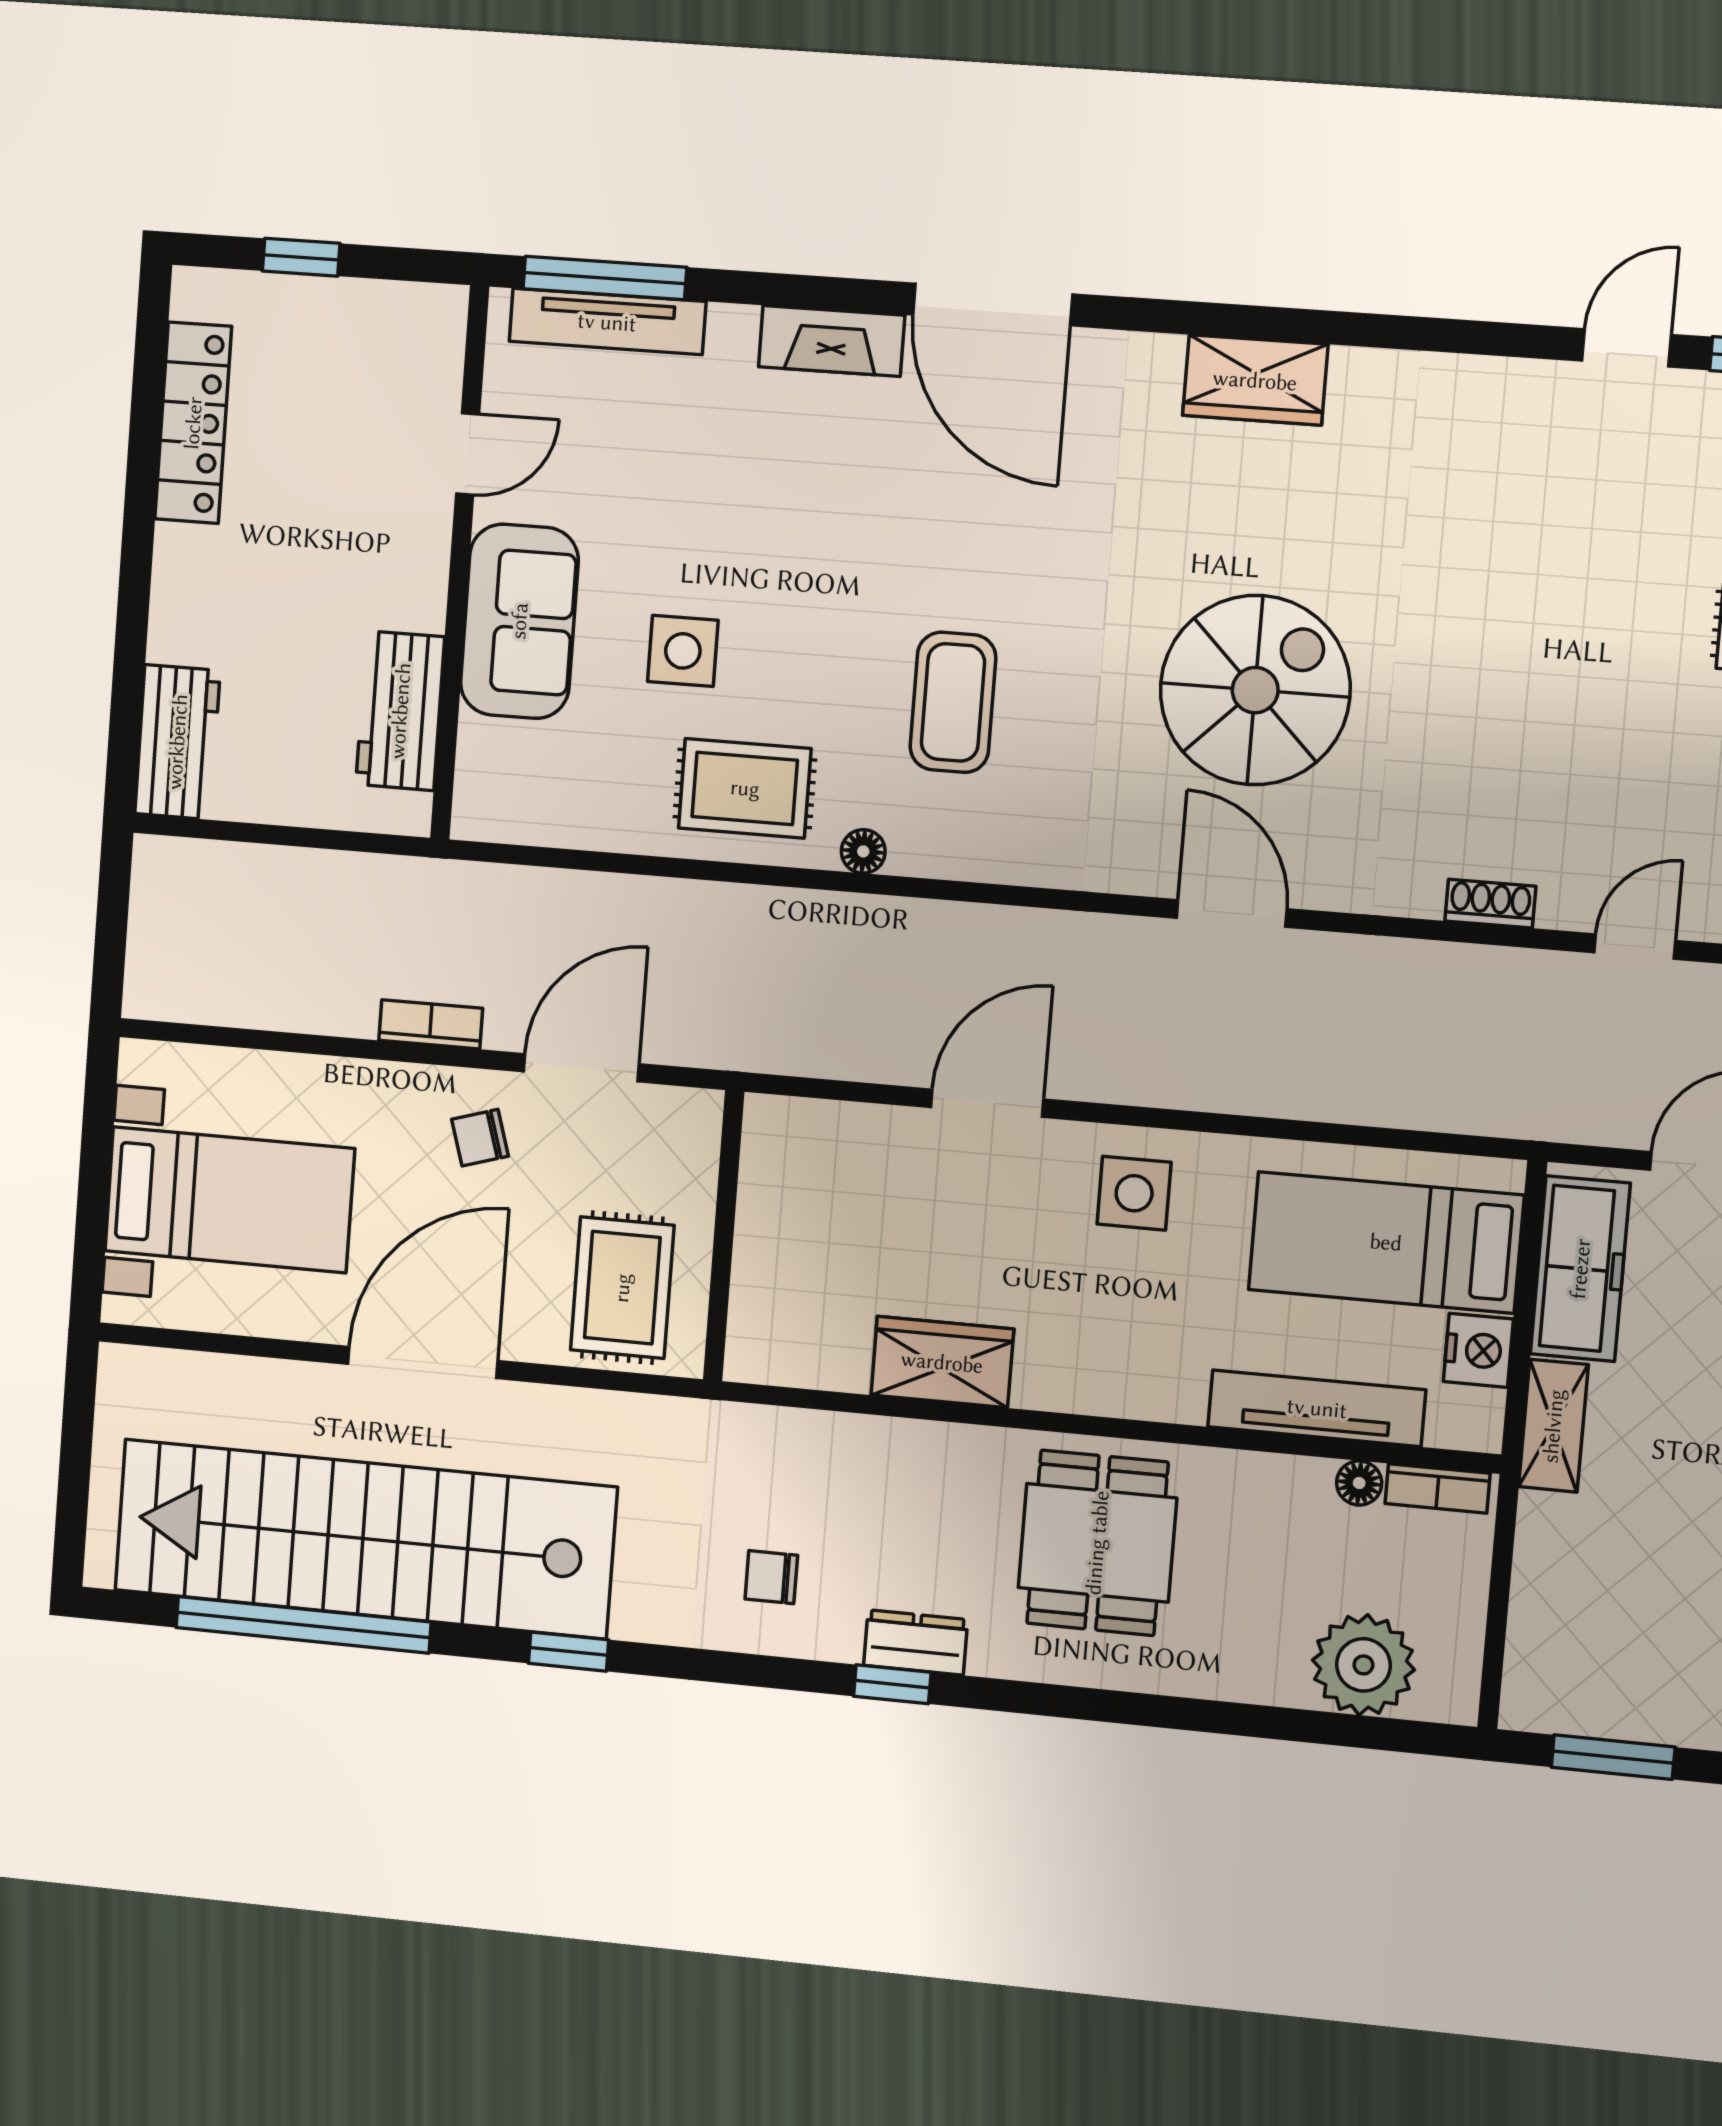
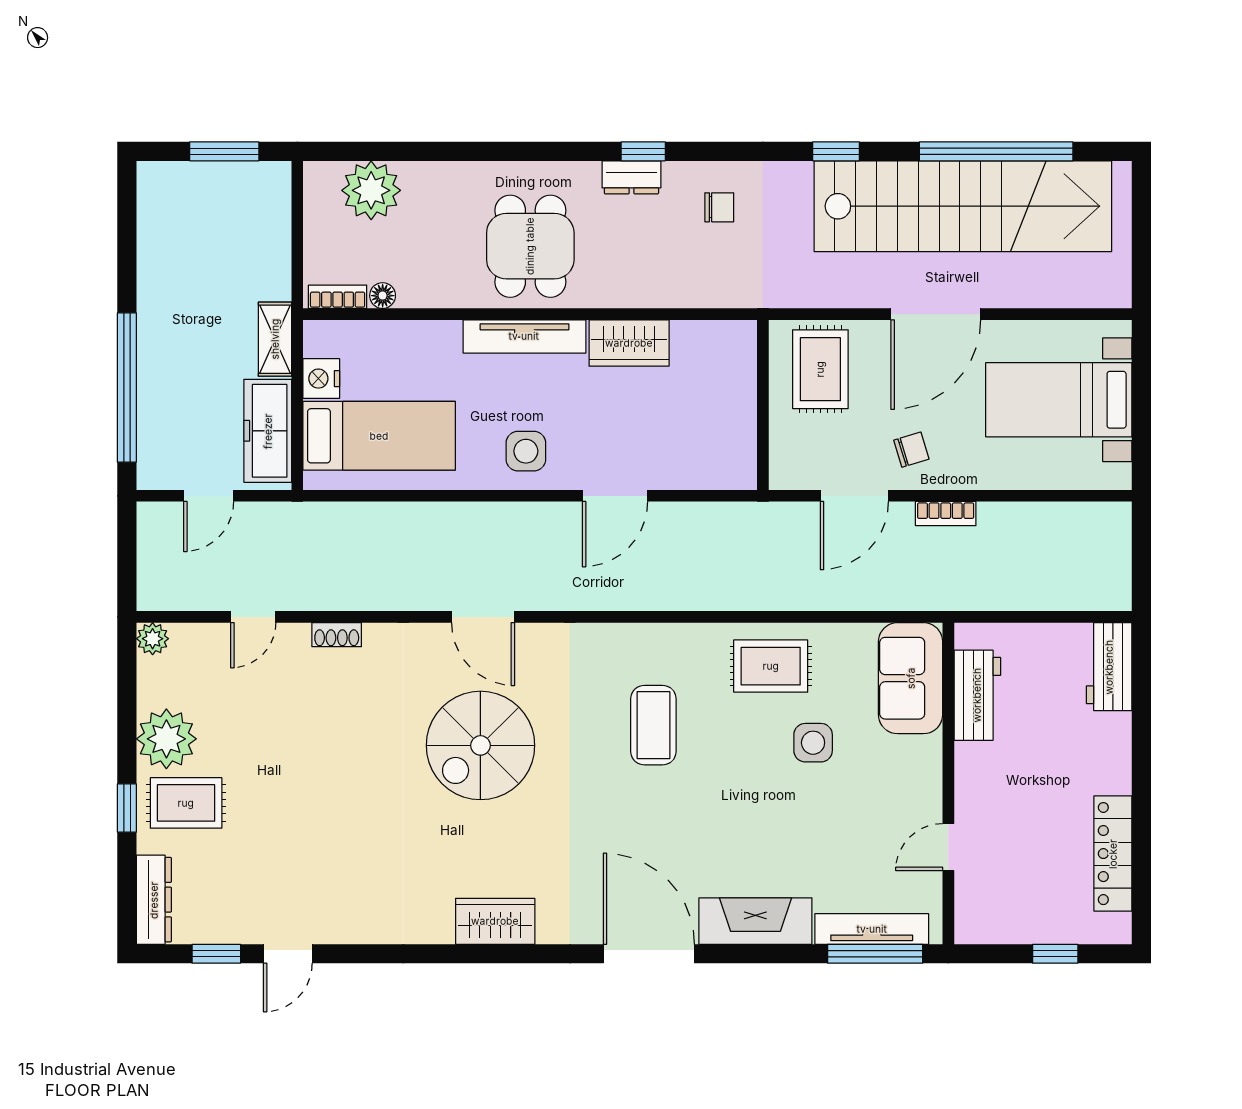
fireplace: (832, 341) -> (755, 921), width x1.37, depth x1.32
sofa: (519, 621) -> (911, 678), moved
floor lamp: (863, 851) -> (699, 635), removed
tv unit: (1317, 1408) -> (524, 336), moved

